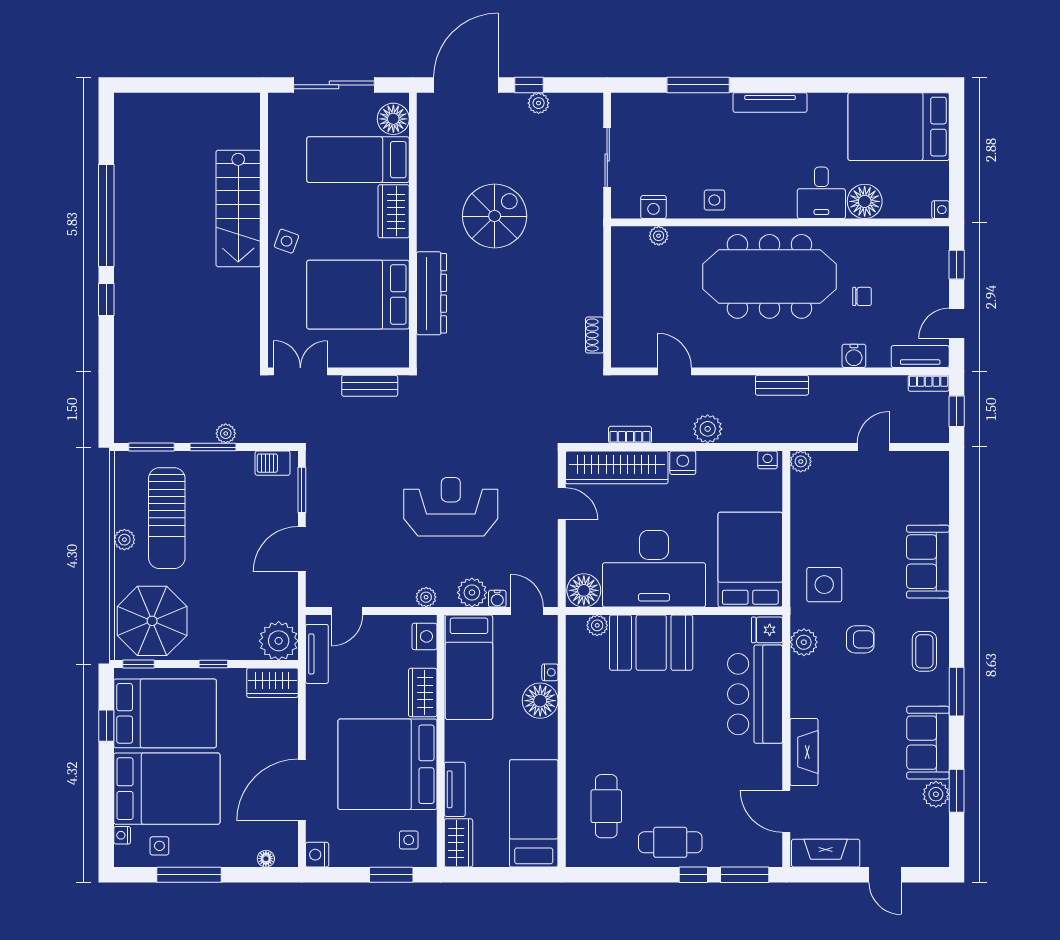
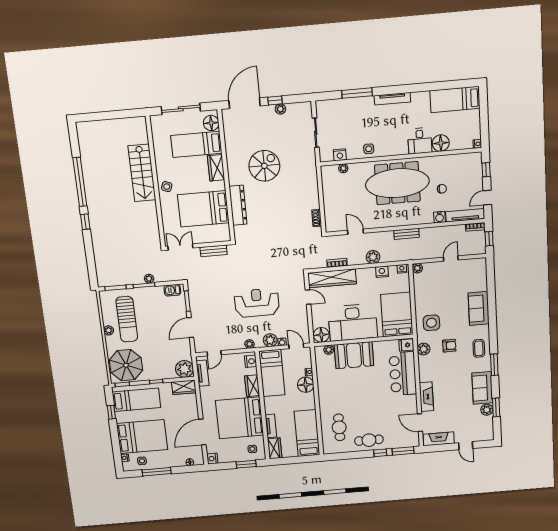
bed: (899, 127) -> (455, 99), width x0.67
tv unit: (920, 357) -> (465, 215), width x1.41
nightstand: (683, 463) -> (382, 272), moved
bed: (165, 713) -> (136, 400), width x0.67

